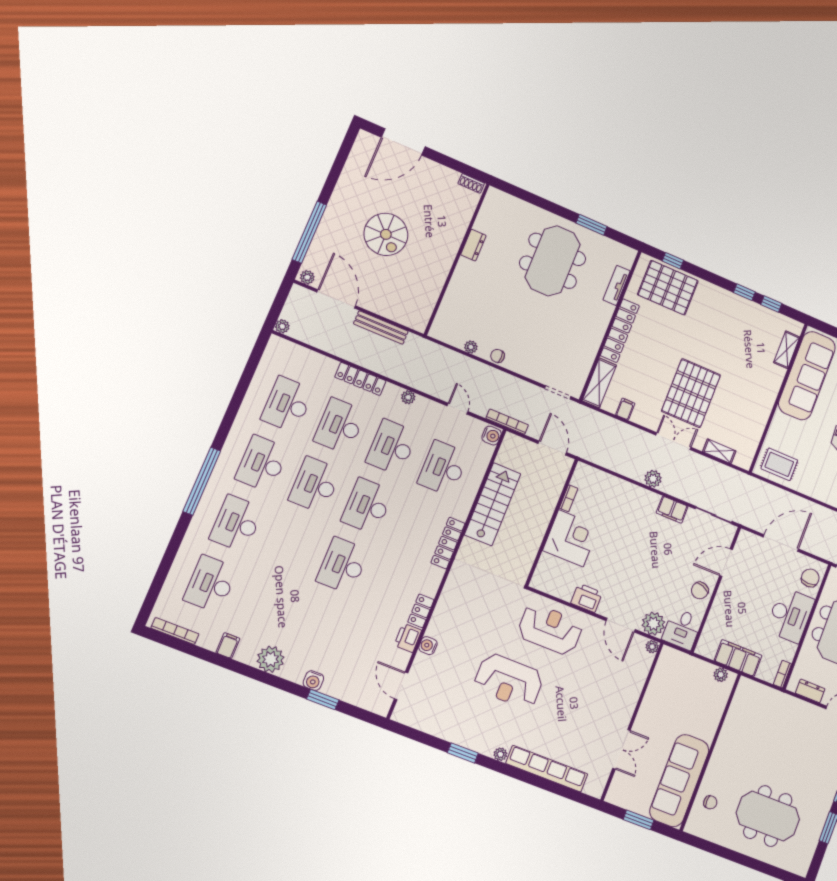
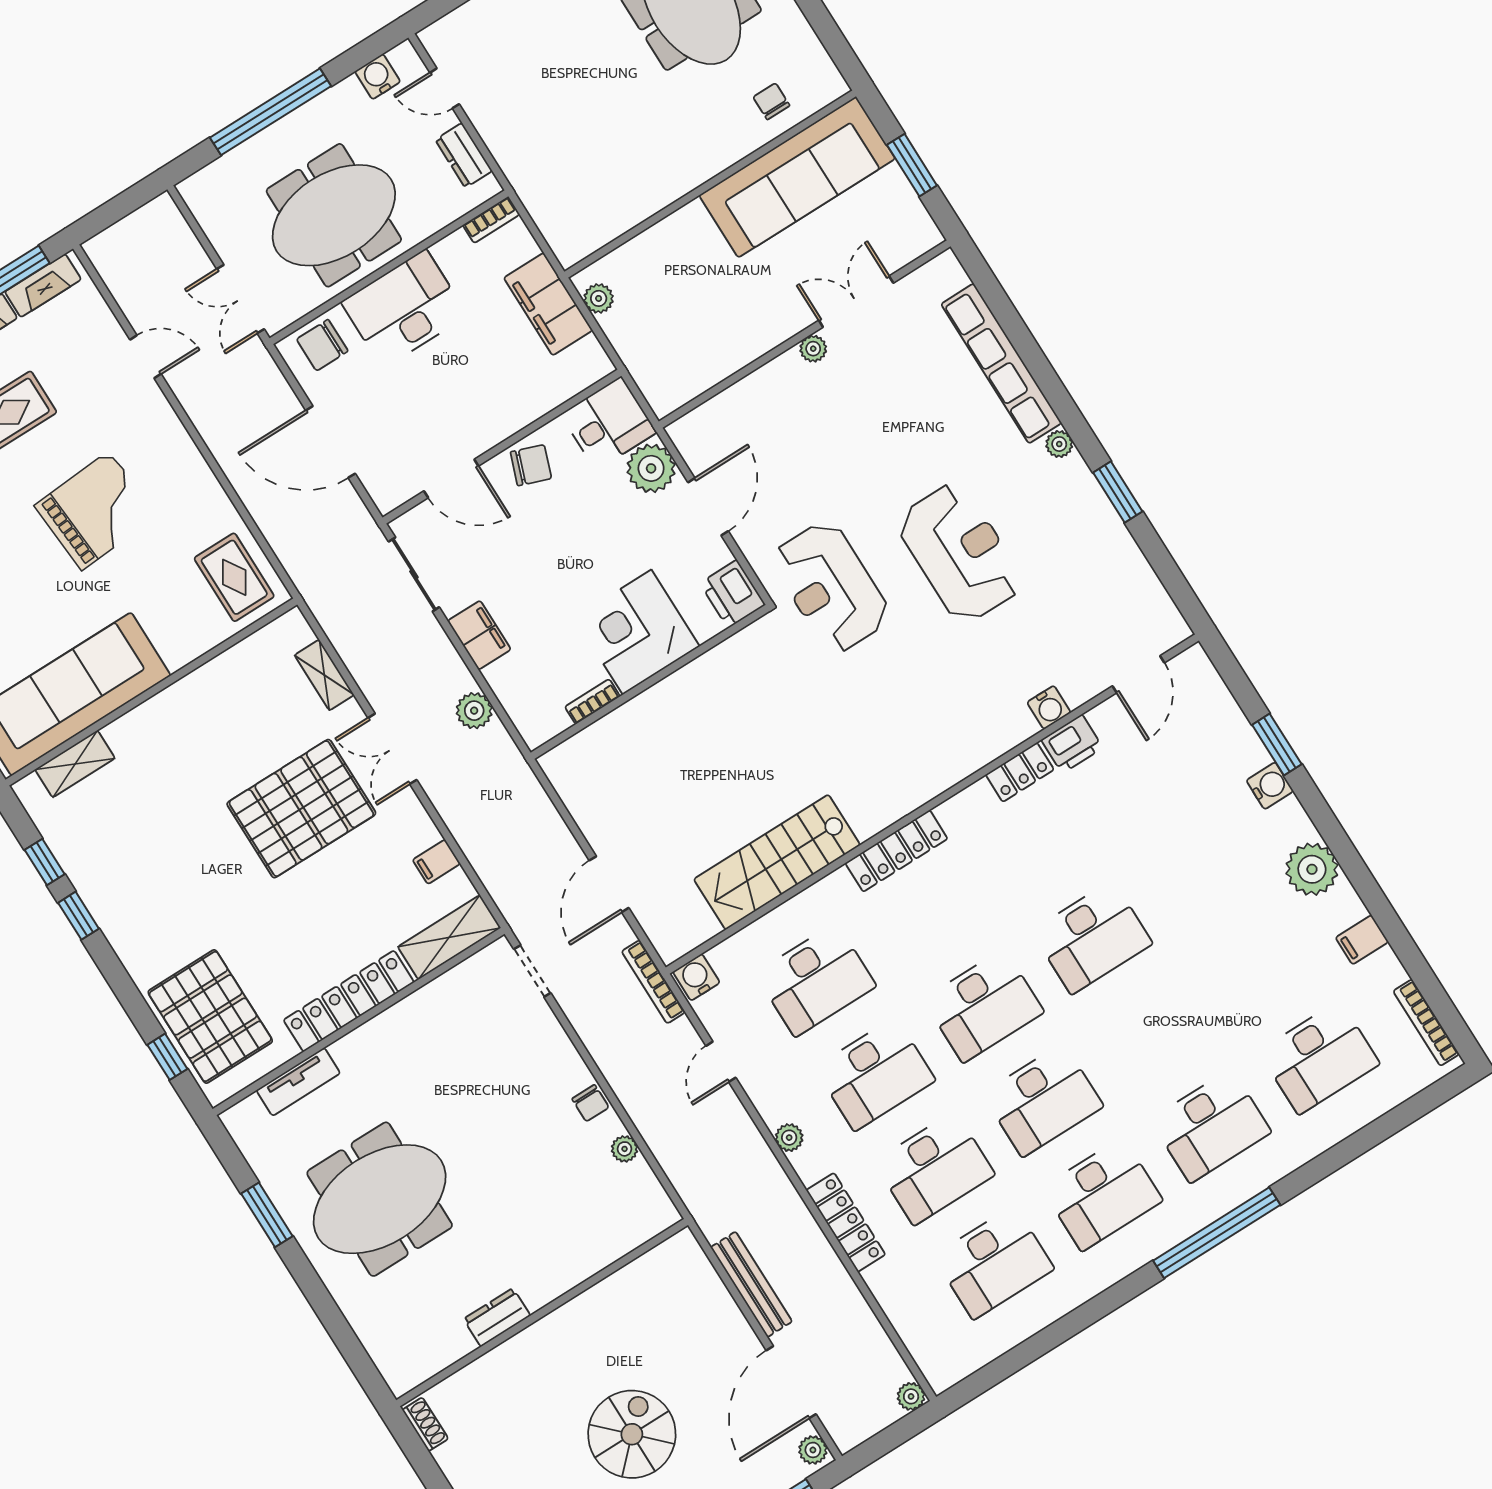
bookcase: (569, 498) -> (592, 702), moved
wall: (552, 522) -> (650, 682), moved
corner desk: (571, 538) -> (637, 632), moved
plant: (652, 647) -> (813, 349), moved

